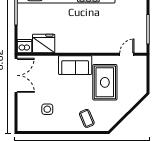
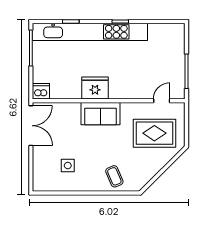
fridge: (44, 43) -> (95, 88), moved
rug: (105, 82) -> (154, 133), moved, turned 90

